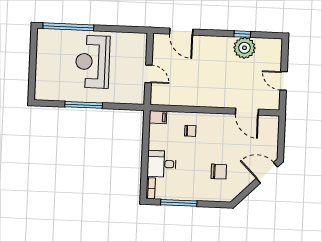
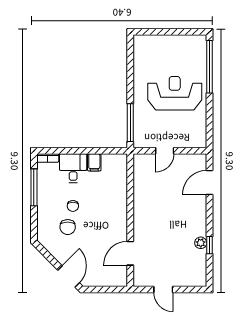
plant: (244, 48) -> (201, 243), width x0.53, depth x0.53
door: (284, 81) -> (163, 290), swing flipped
window: (84, 105) -> (130, 123), moved
filing cabinet: (158, 117) -> (94, 162), moved
chair: (190, 131) -> (73, 206), moved

